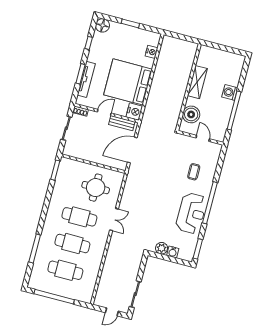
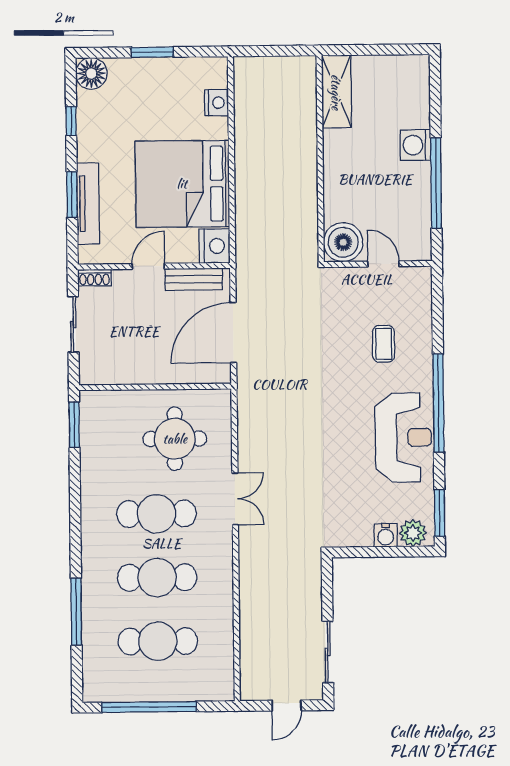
shelving: (197, 82) -> (336, 92), moved
boiler: (191, 114) -> (343, 242), moved
plant: (162, 248) -> (413, 533), moved

